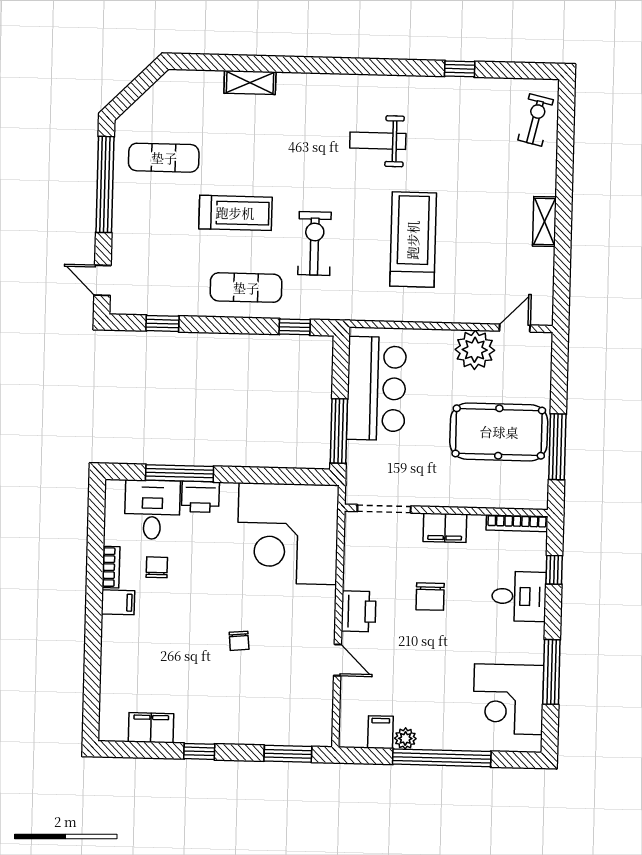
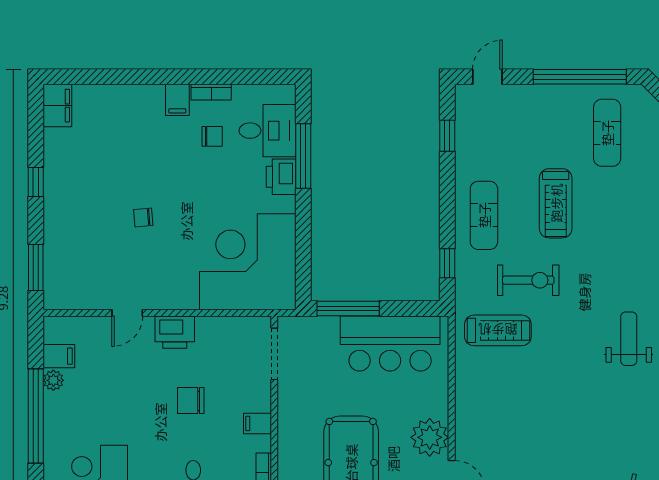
treadmill: (413, 240) -> (498, 330), moved, width x0.73, depth x0.73
filing cabinet: (445, 528) -> (257, 423), width x0.50
filing cabinet: (151, 728) -> (57, 106), moved

